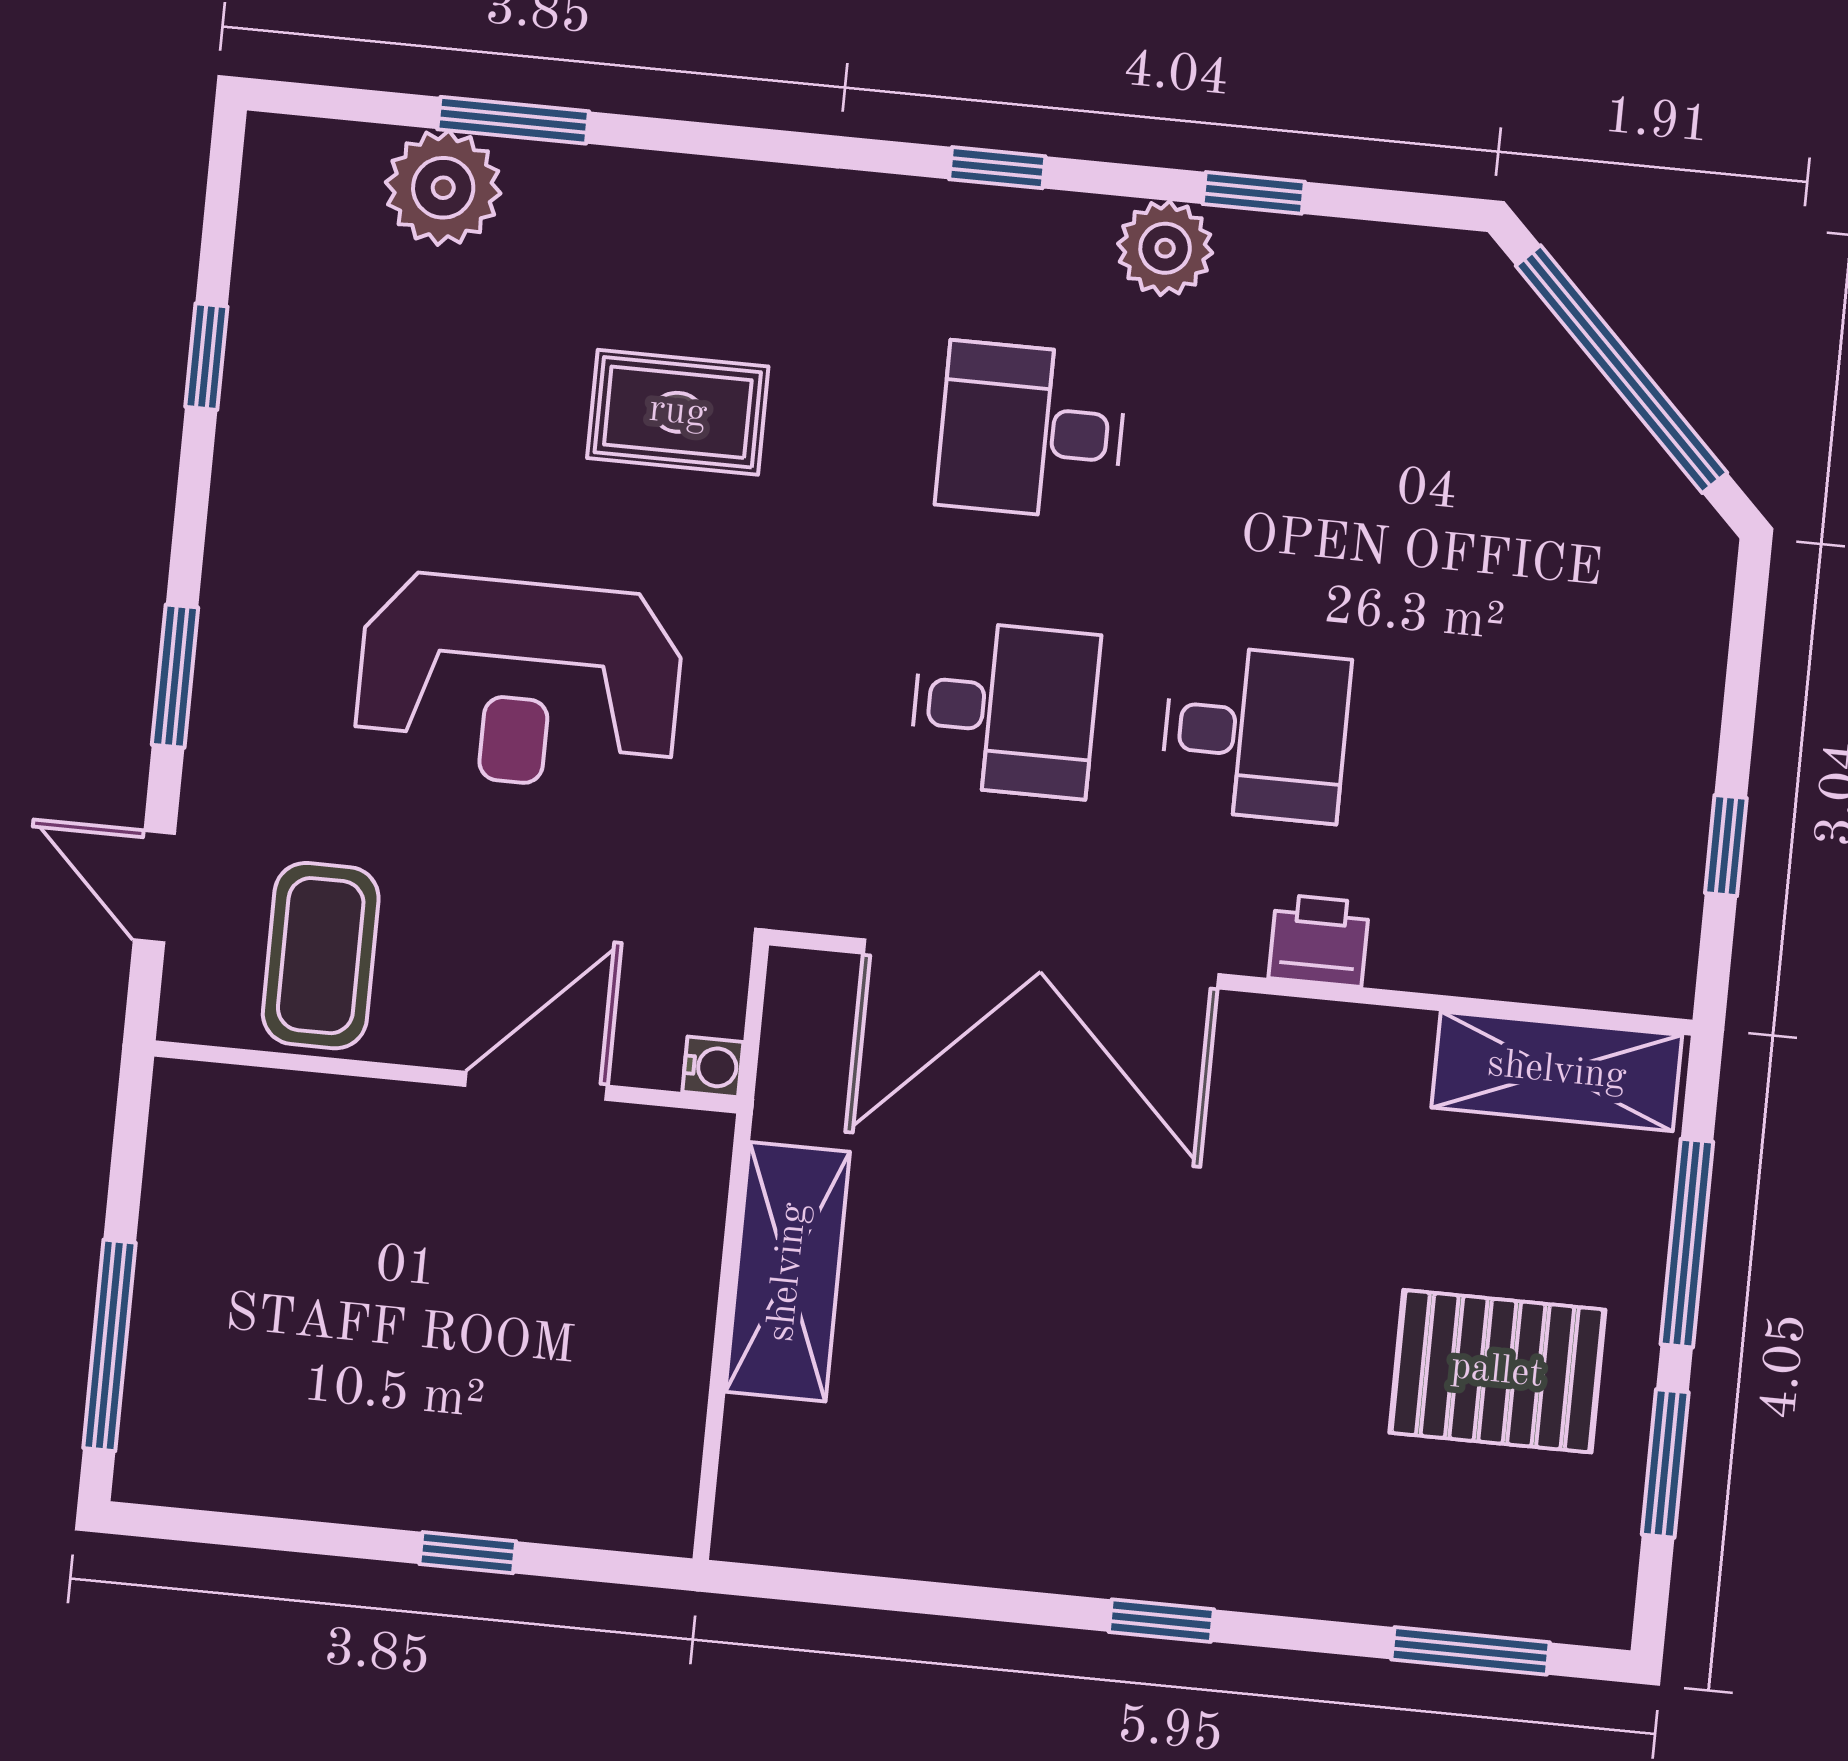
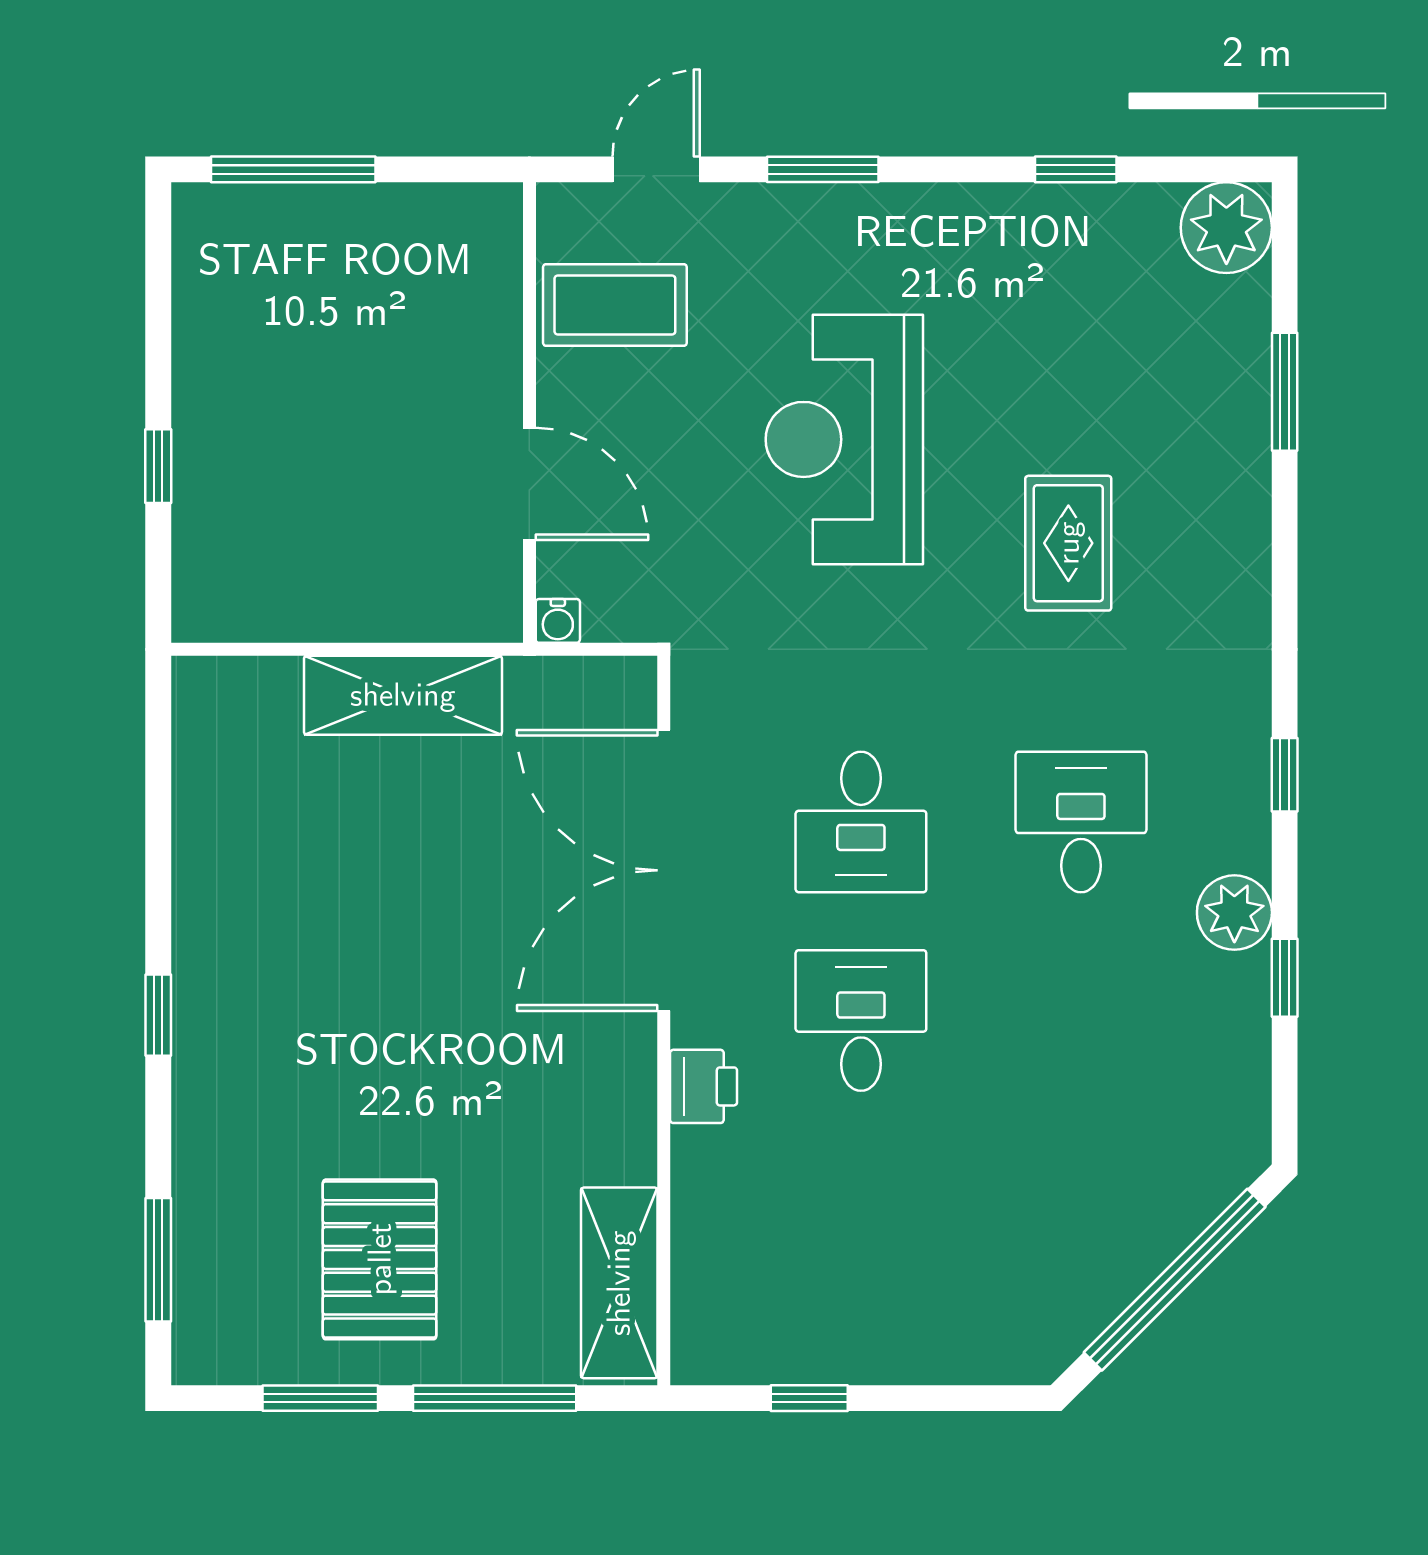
plant: (443, 188) -> (1226, 228), moved
desk: (1255, 733) -> (861, 1021), turned 180

